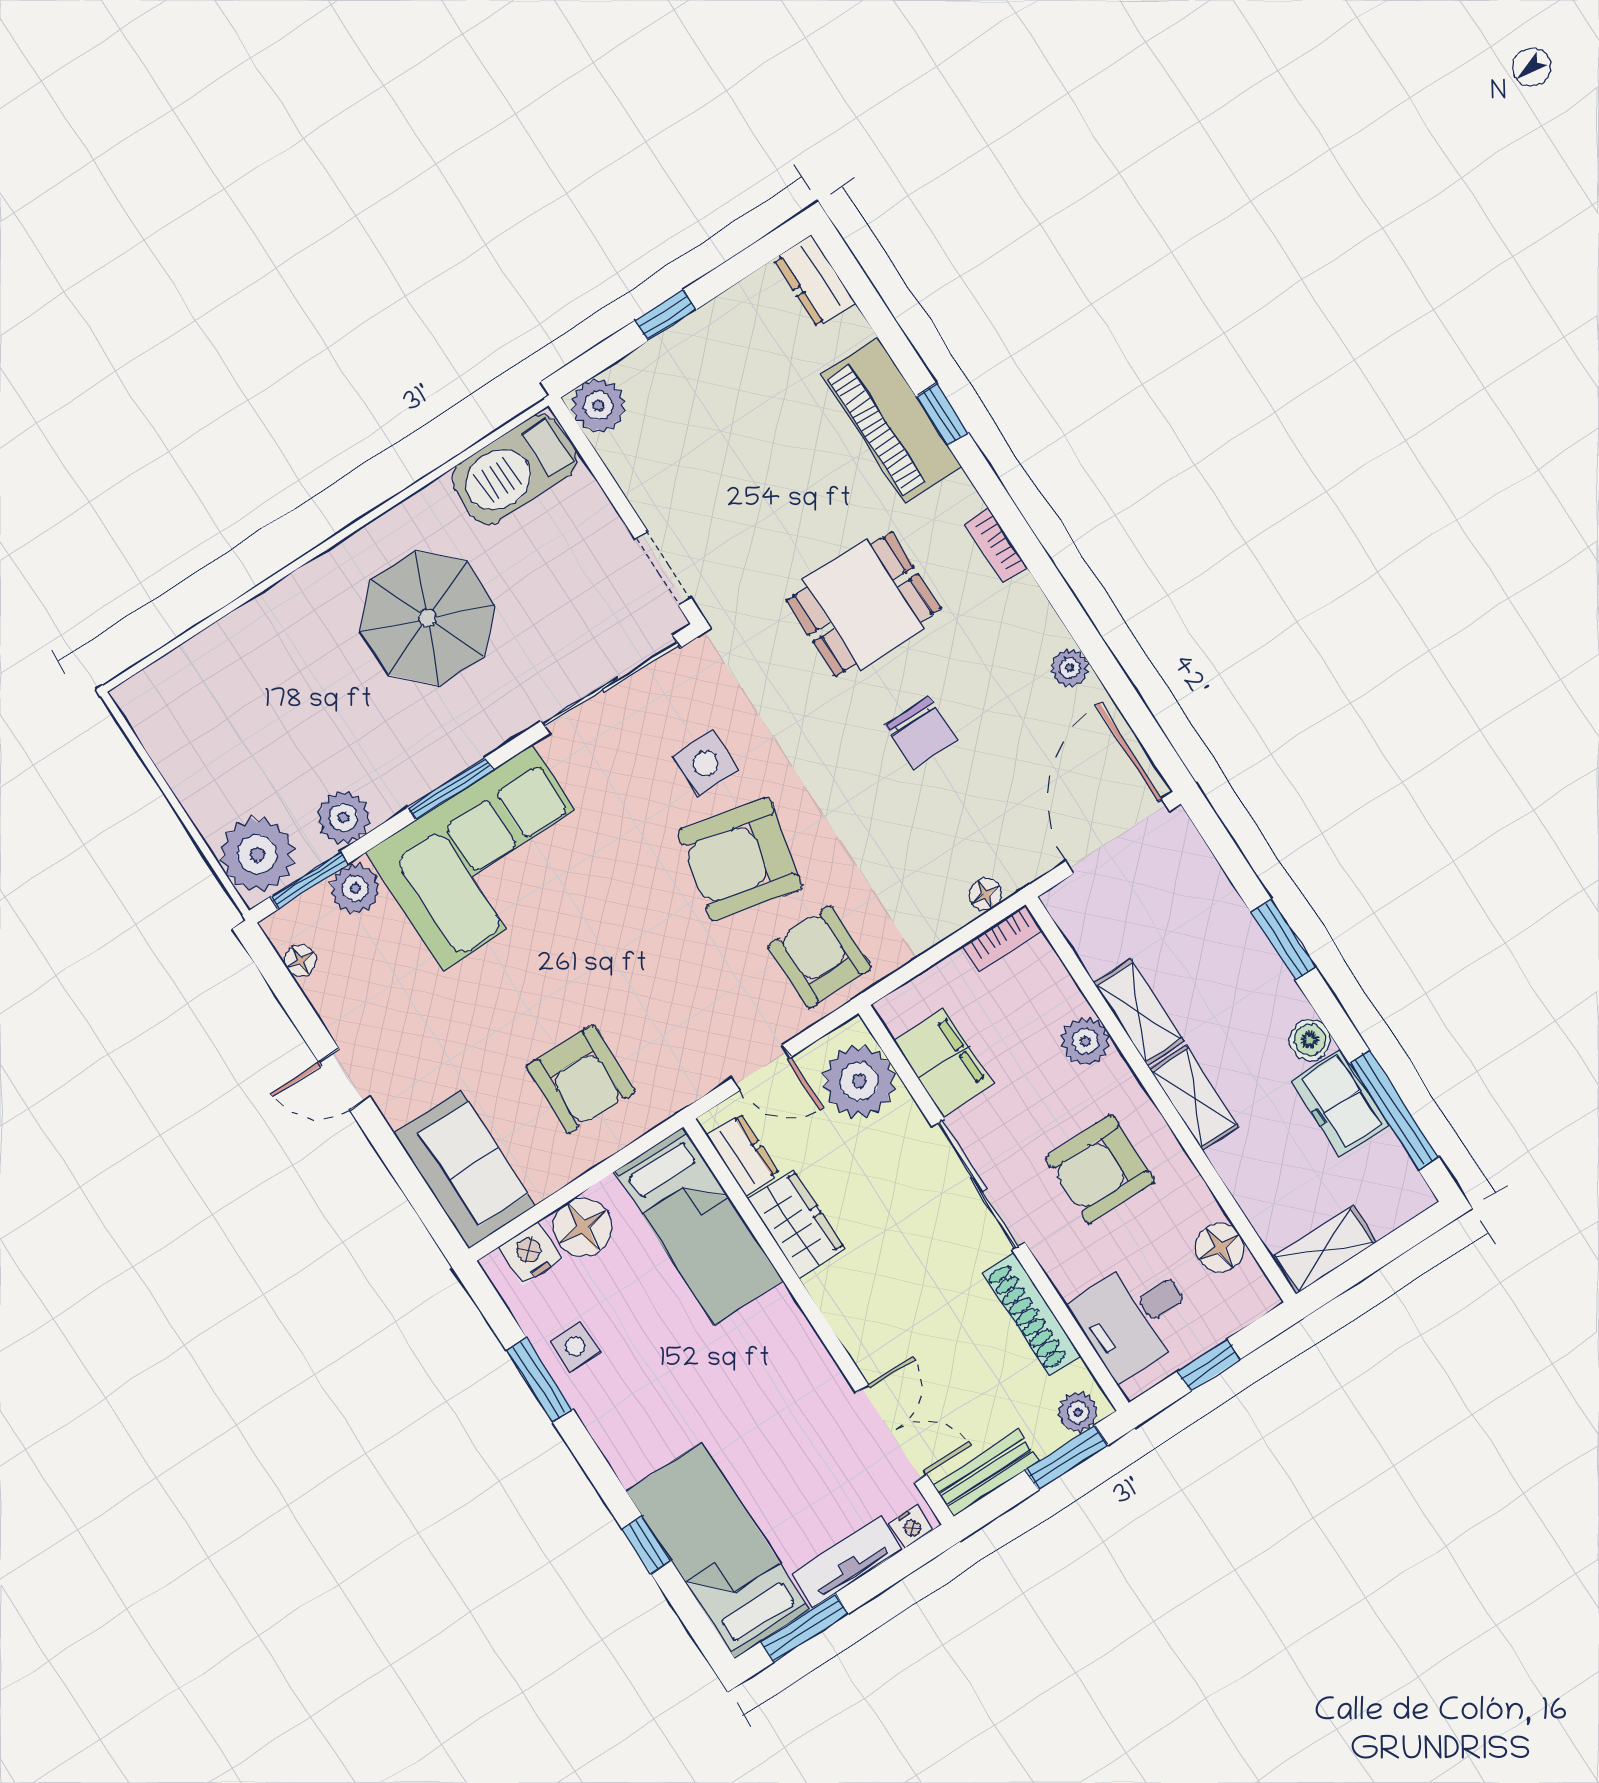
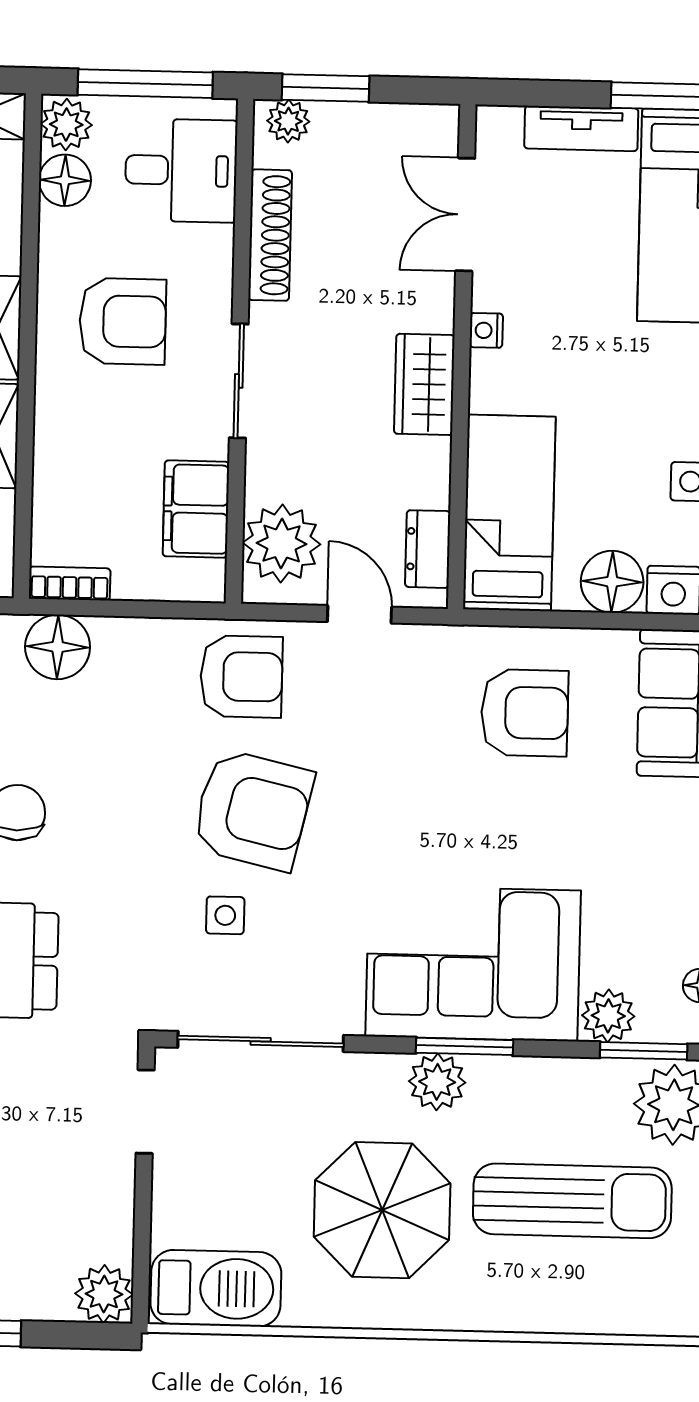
sun lounger: (285, 726) -> (572, 1201), added
side table: (705, 763) -> (225, 915), width x0.73, depth x0.73
plant: (344, 818) -> (437, 1082), moved
floor lamp: (985, 894) -> (58, 647), width x1.89, depth x1.89
armchair: (820, 957) -> (241, 677), turned -90
plant: (1085, 1041) -> (66, 124), moved
armchair: (581, 1079) -> (525, 713), turned 89
sliding door: (978, 1185) -> (239, 381), width x0.73
wardrobe: (796, 1224) -> (424, 384), moved
window: (1209, 1365) -> (145, 84), width x2.17
bench: (986, 1473) -> (405, 123), removed
nightstand: (911, 1526) -> (486, 330), moved, turned -90

